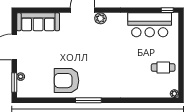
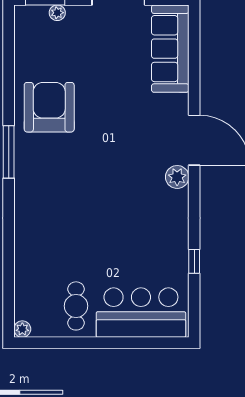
window: (167, 10) -> (194, 261), moved
bar counter: (150, 25) -> (141, 313), moved, turned 90

